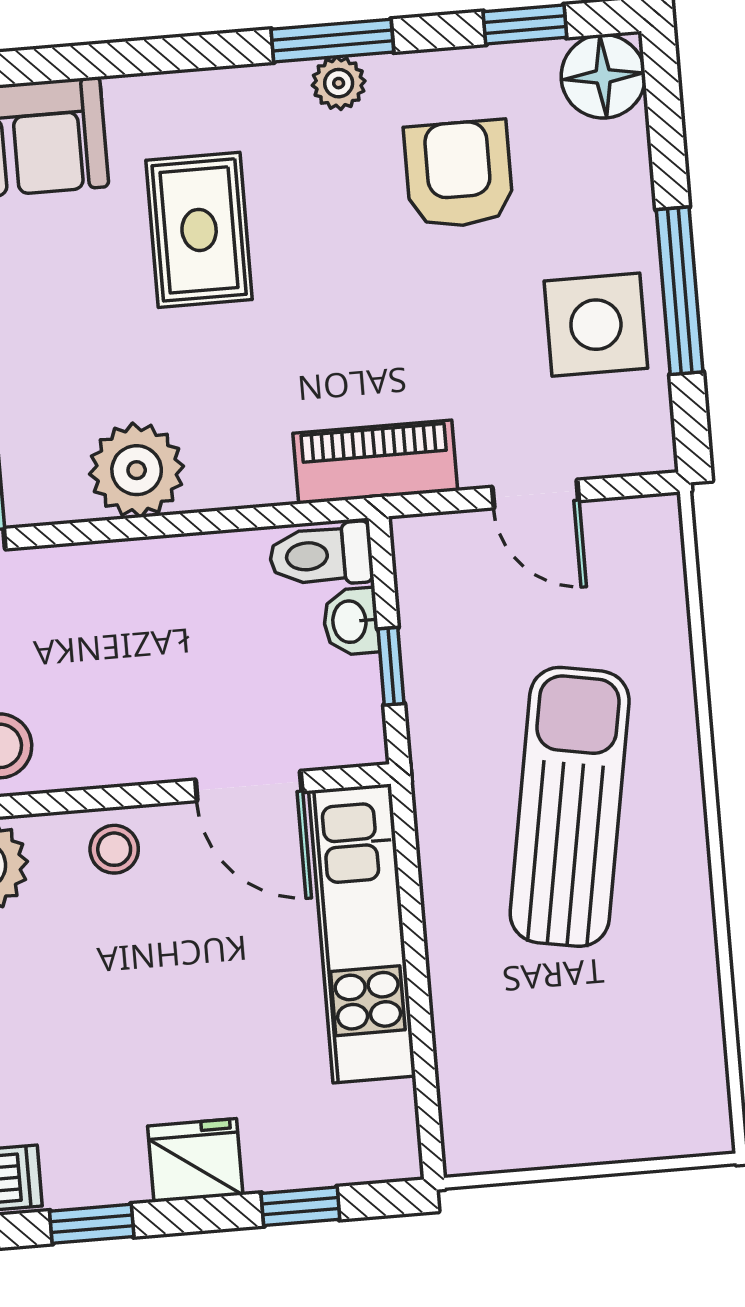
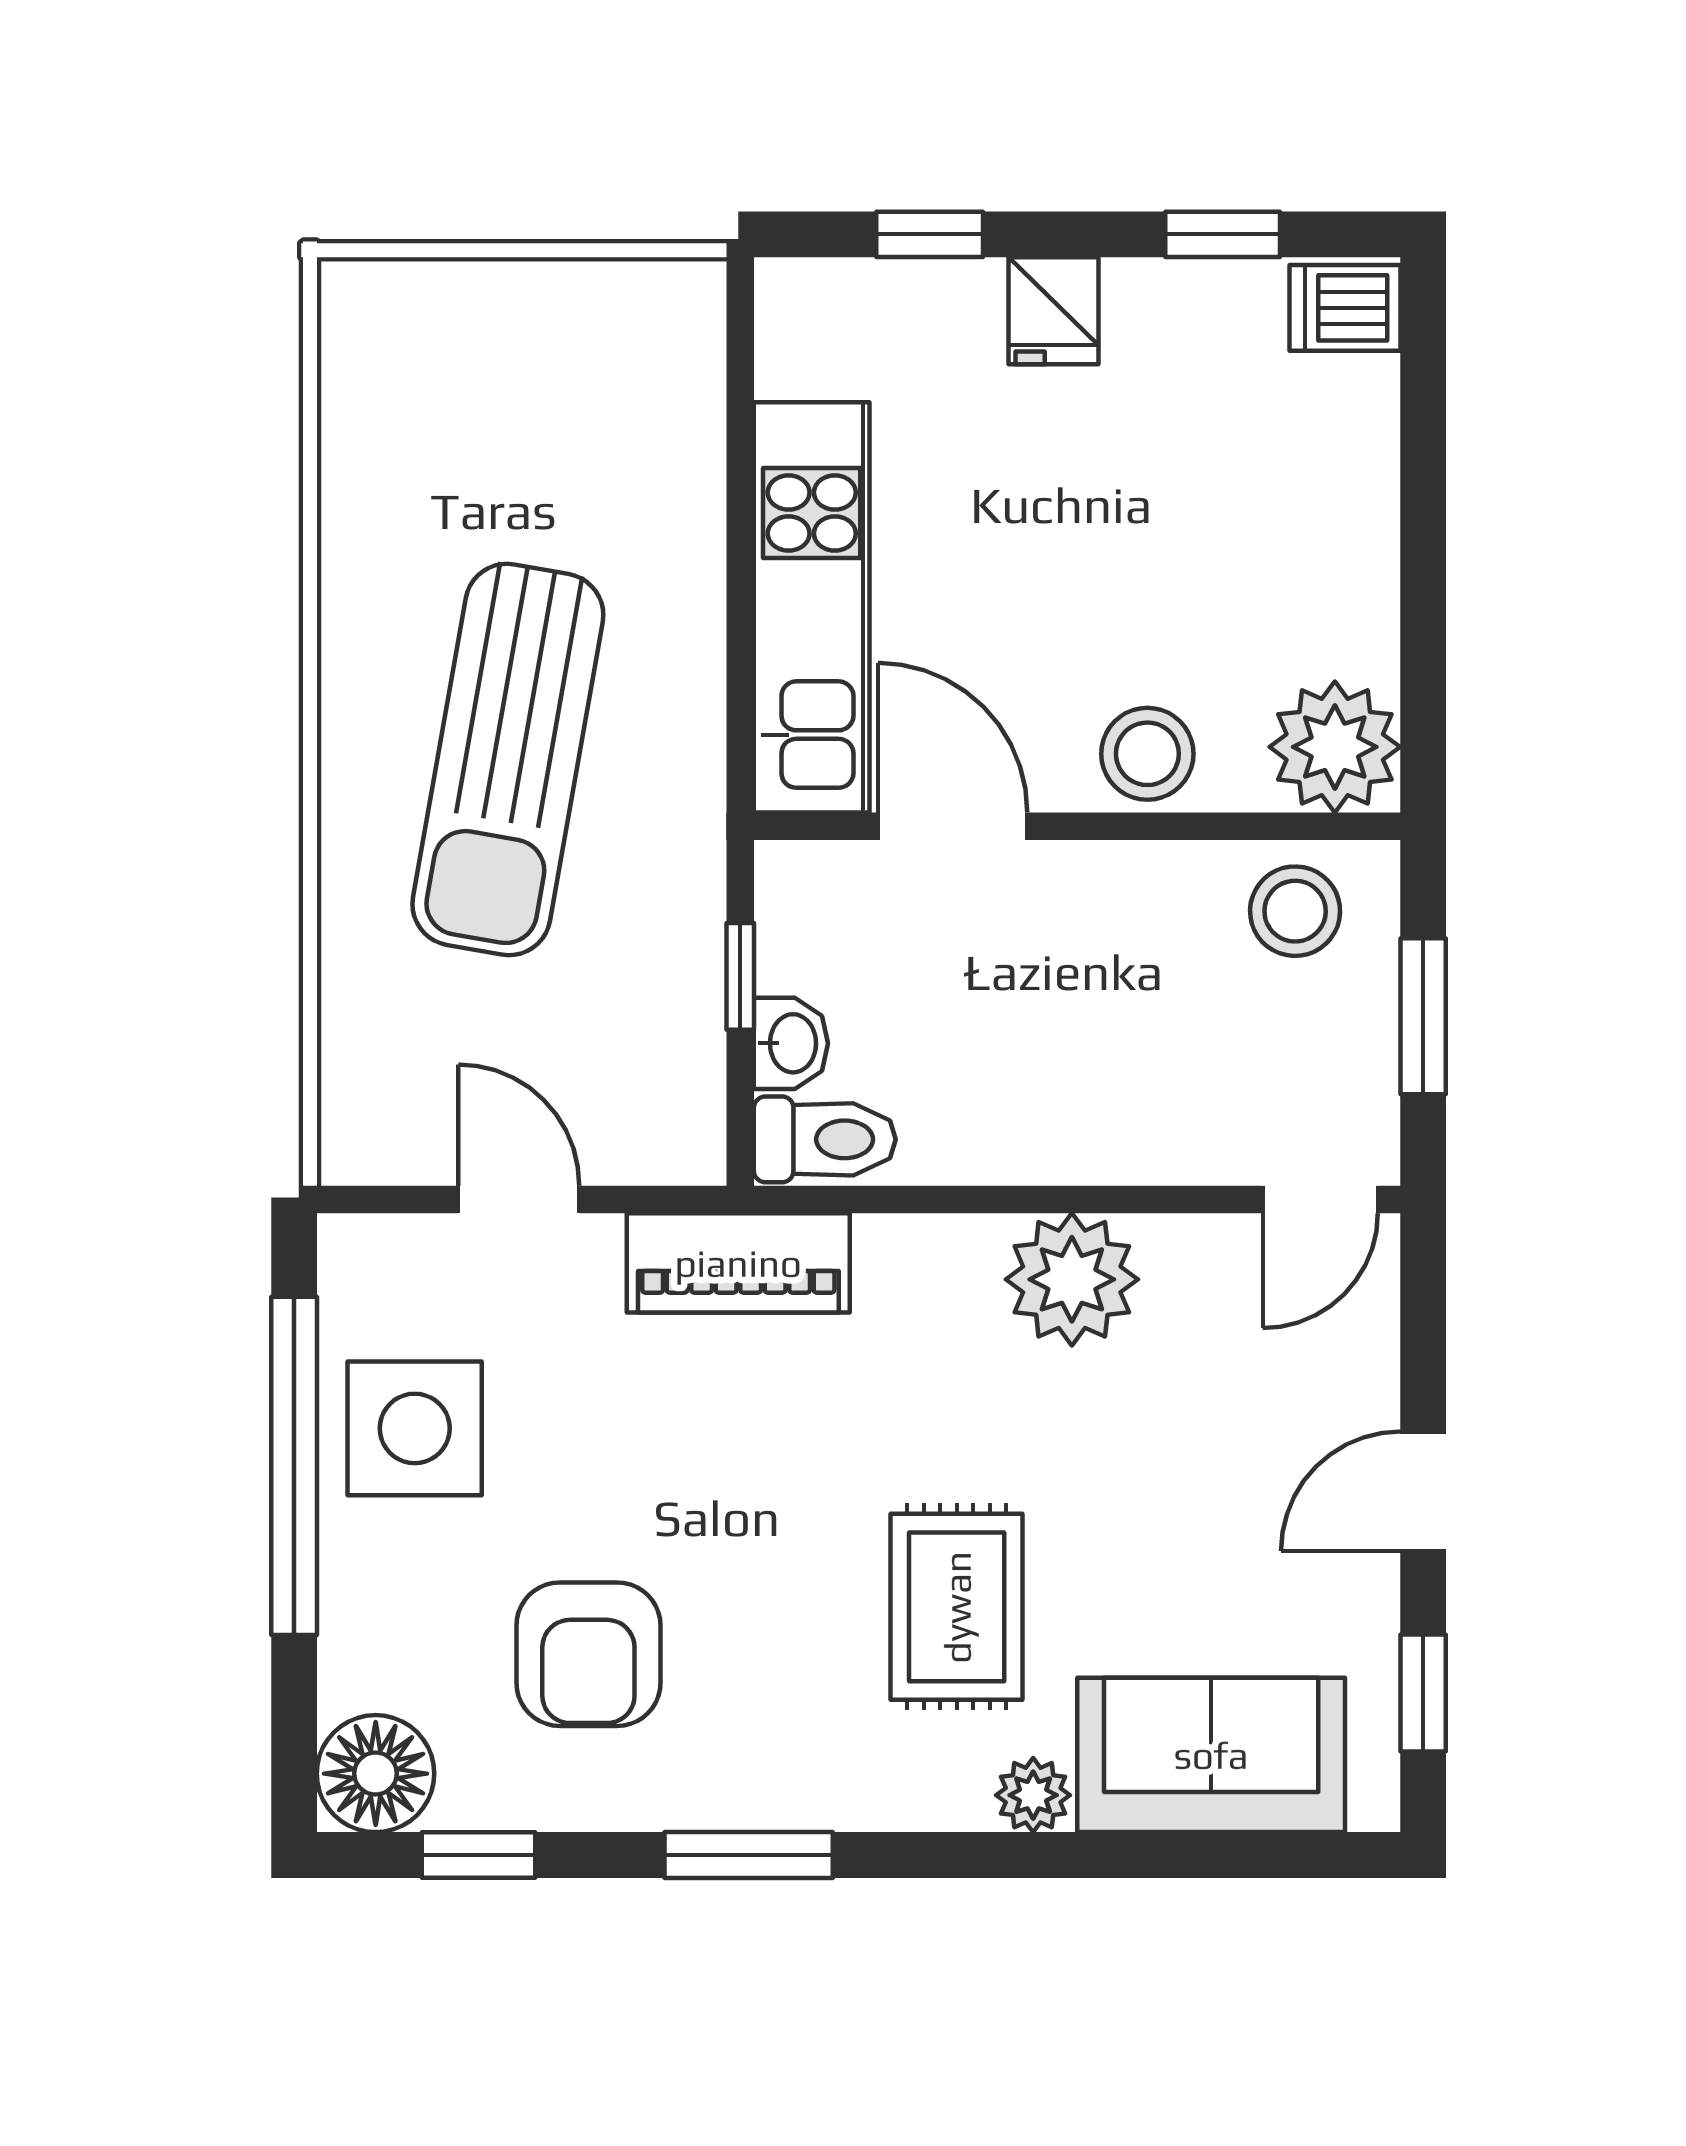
plant: (339, 83) -> (1033, 1795), moved
window: (680, 291) -> (294, 1466), width x1.46
stool: (114, 849) -> (1147, 754), width x1.37, depth x1.37
fridge: (195, 1160) -> (1053, 311), width x0.72

